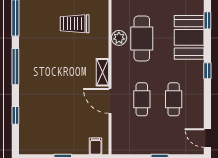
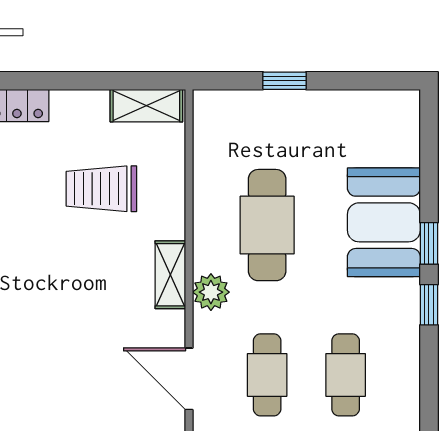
window: (207, 20) -> (429, 243), moved
plant: (119, 38) -> (211, 292), moved
shelving: (102, 72) -> (170, 275), moved

